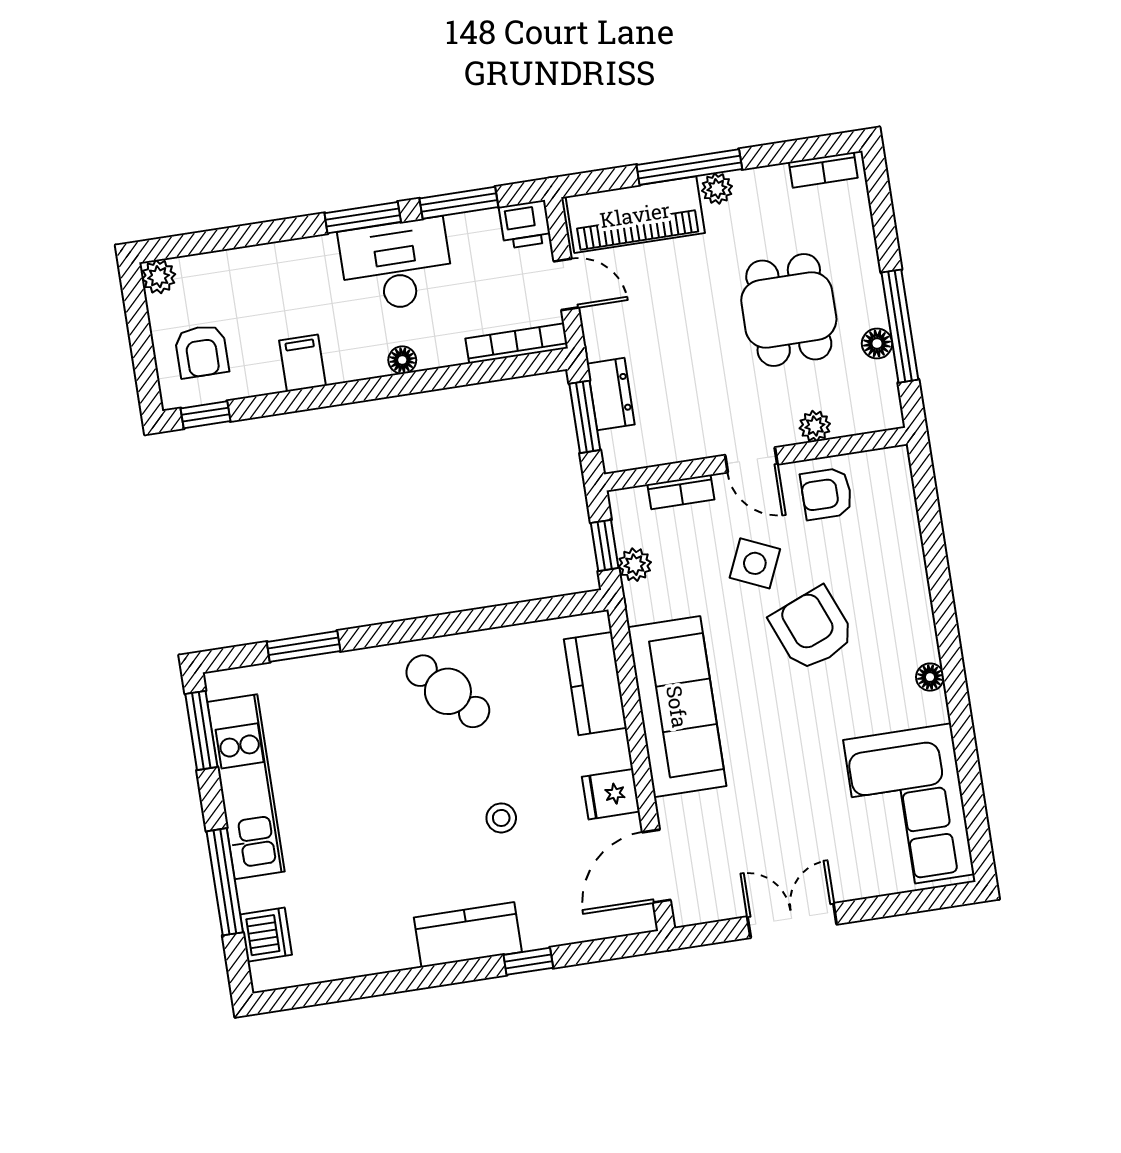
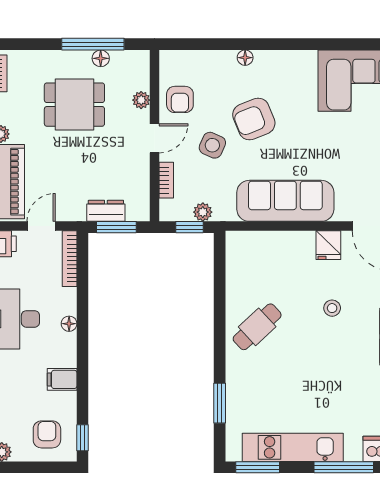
armchair: (202, 351) -> (47, 434), turned -90
floor lamp: (930, 677) -> (245, 58), moved
kitchen counter: (595, 684) -> (265, 244), removed

